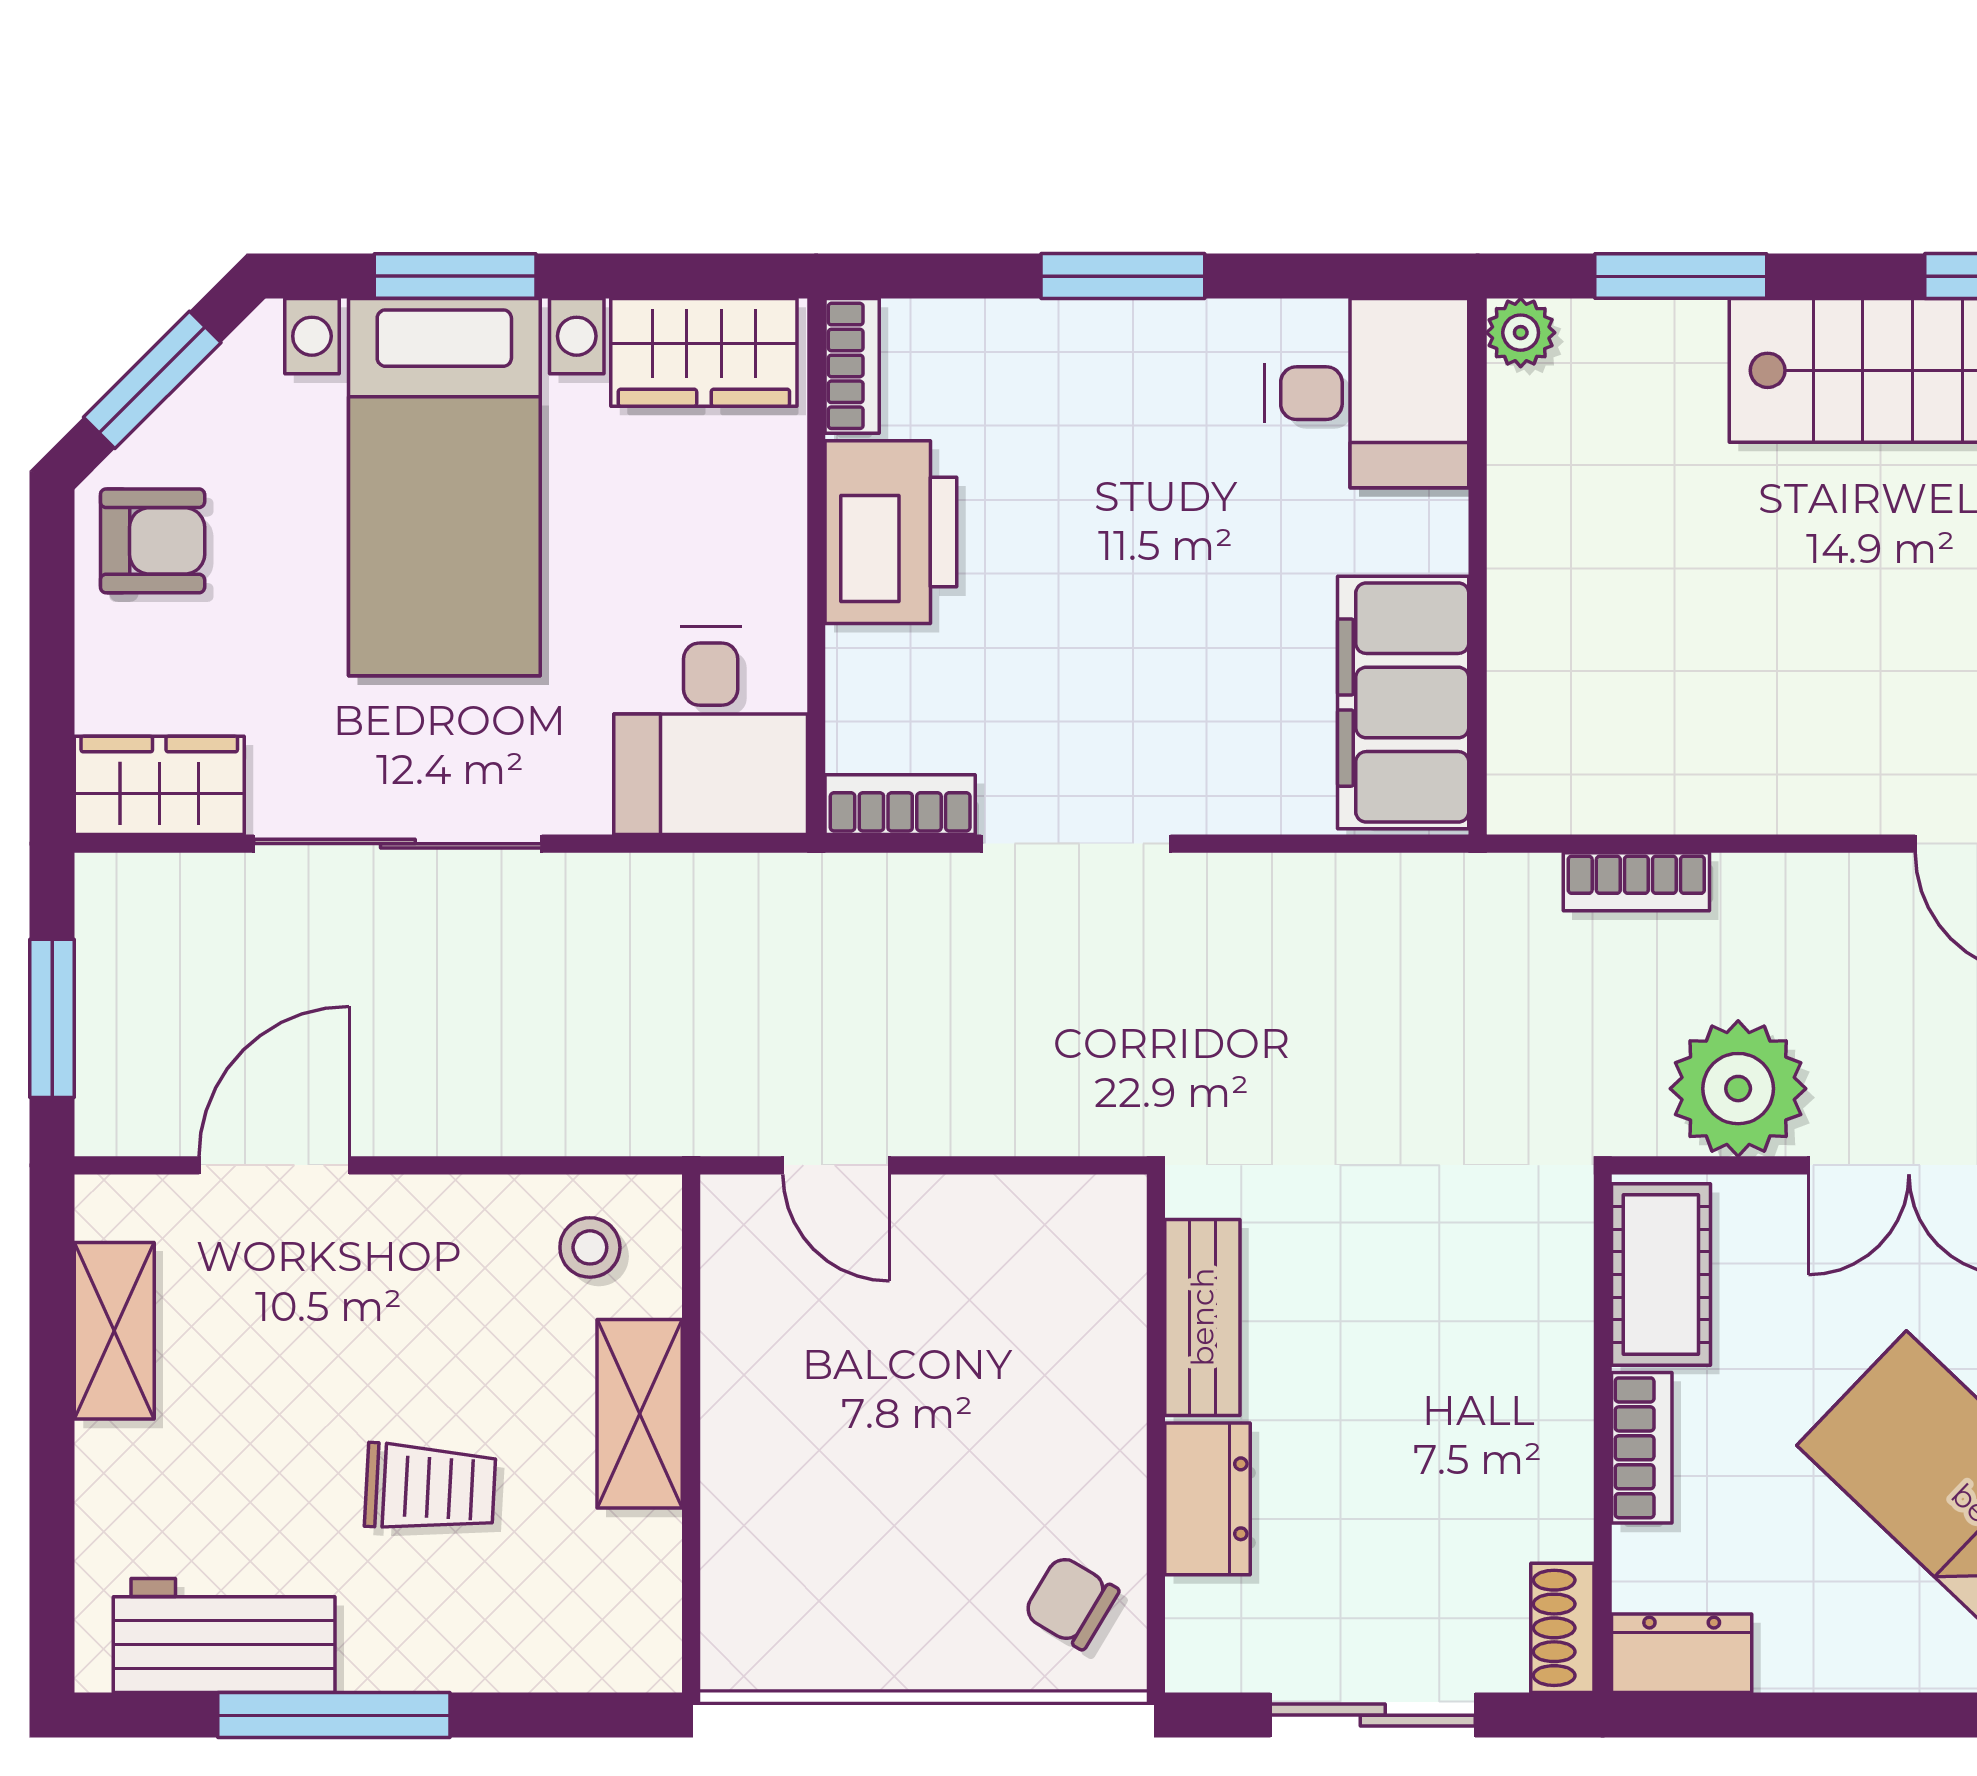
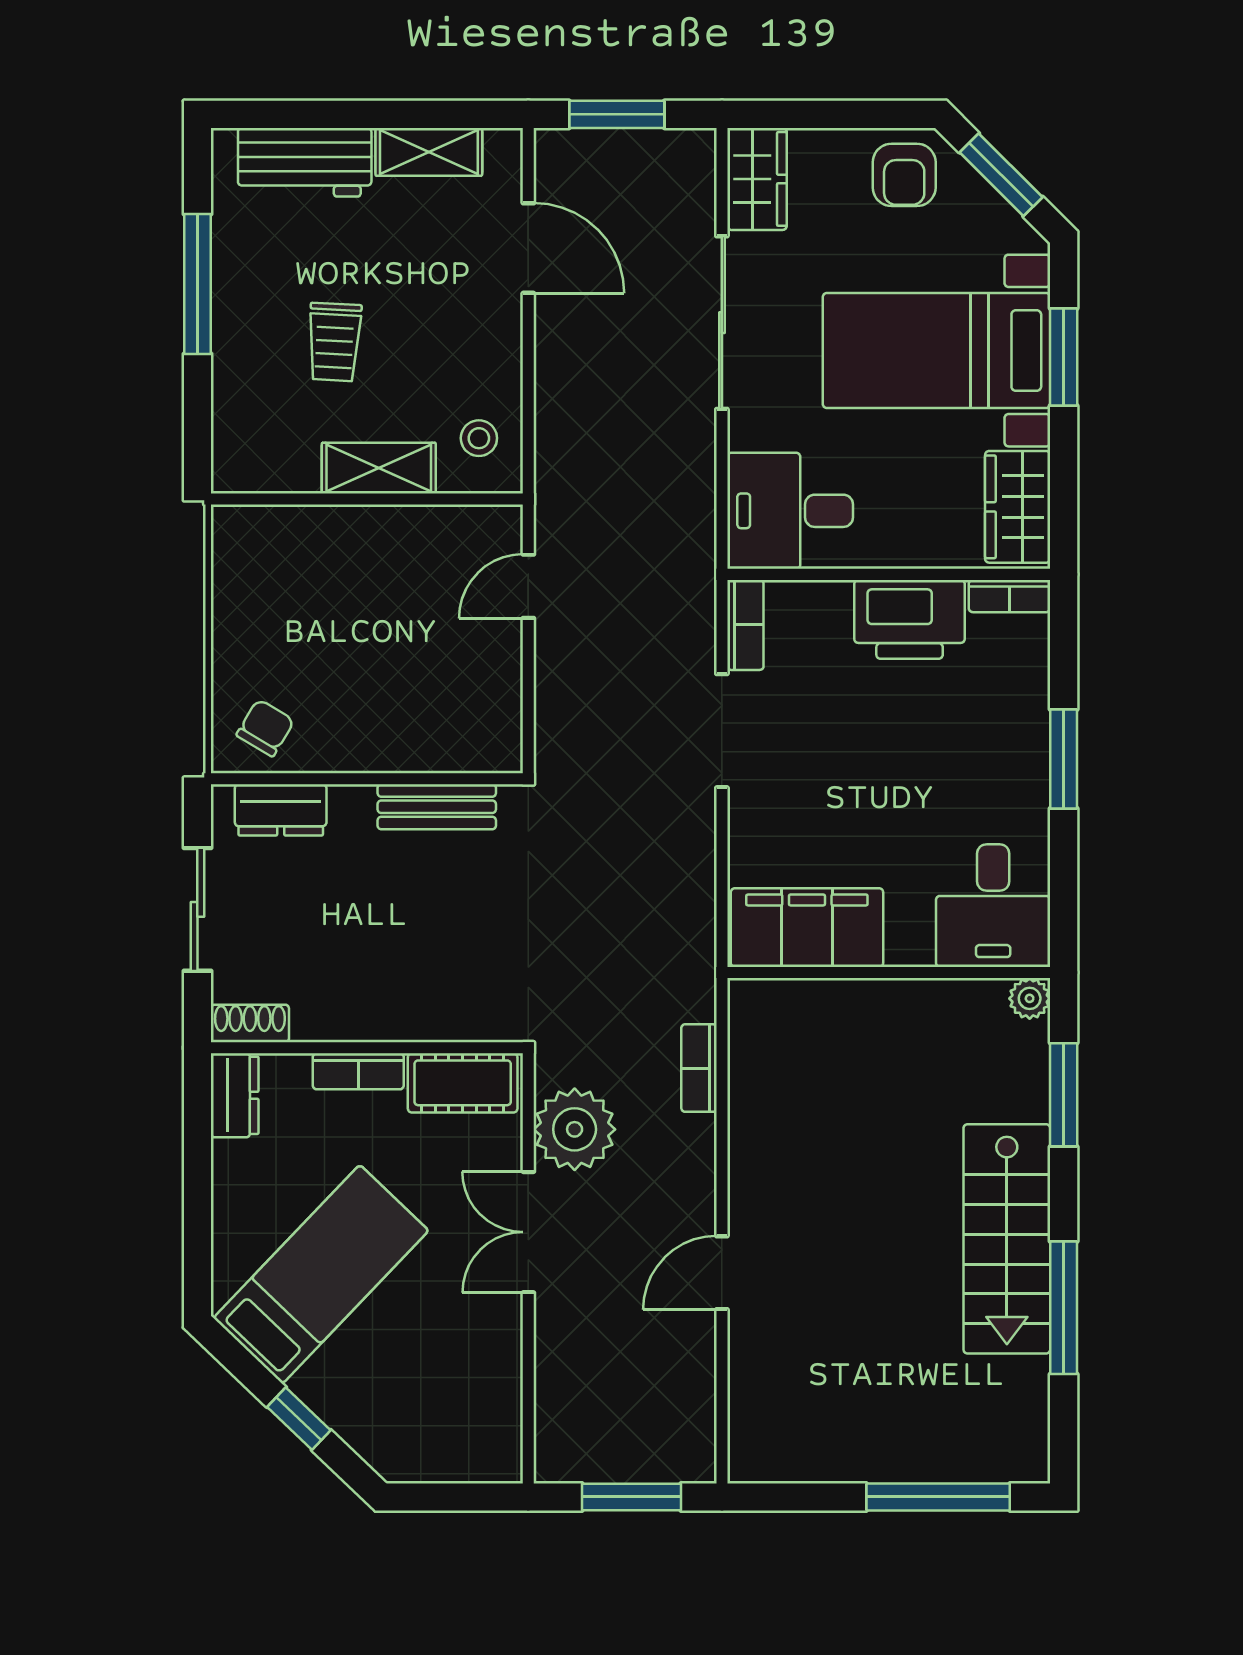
dresser: (1208, 1499) -> (281, 810), moved
workbench: (224, 1635) -> (305, 162), moved, turned 90

